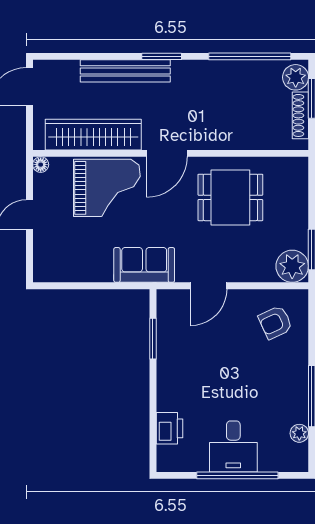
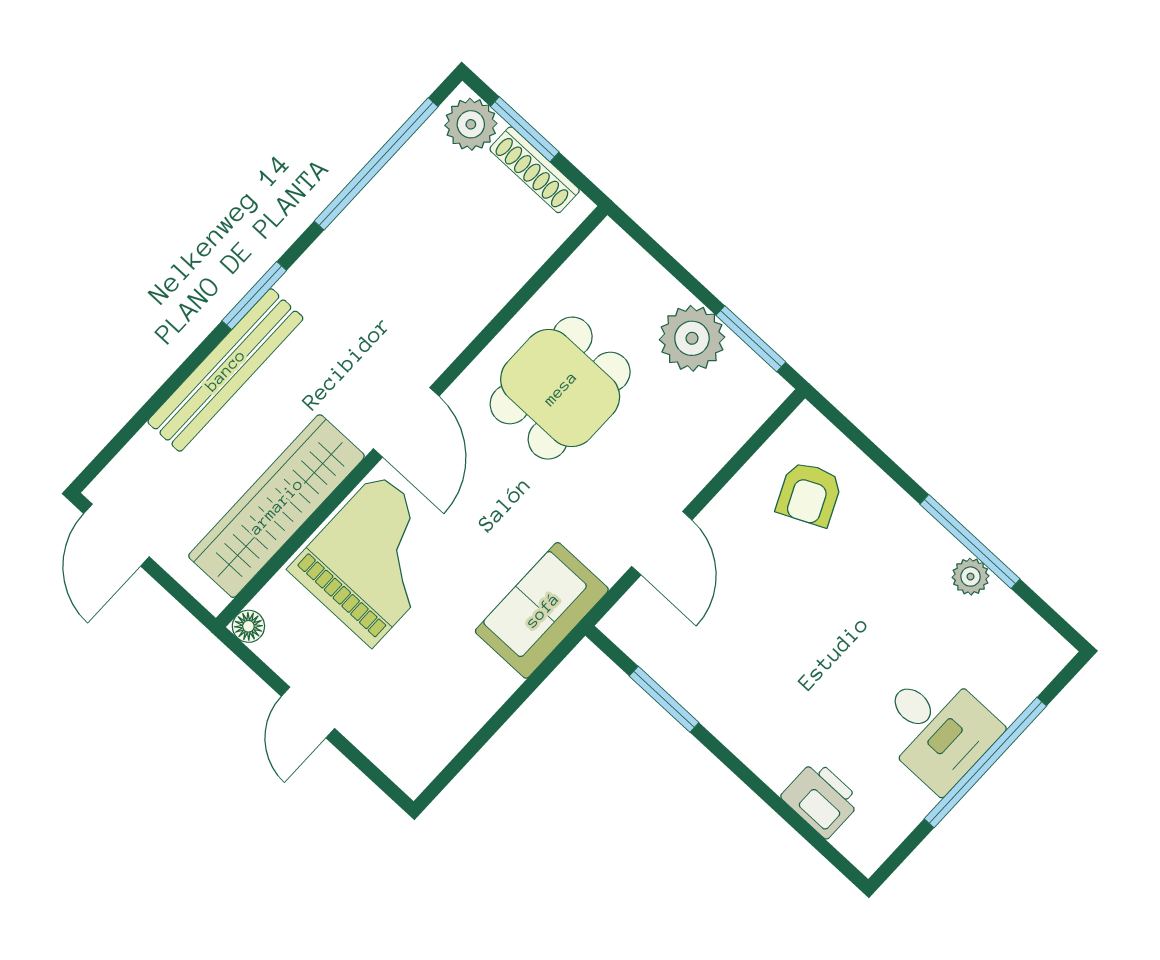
plant: (292, 266) -> (692, 338), moved
plant: (299, 433) -> (971, 577), moved

